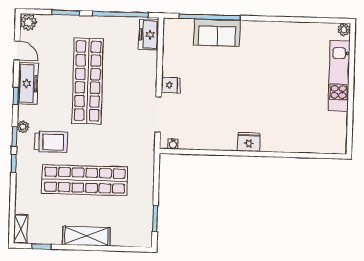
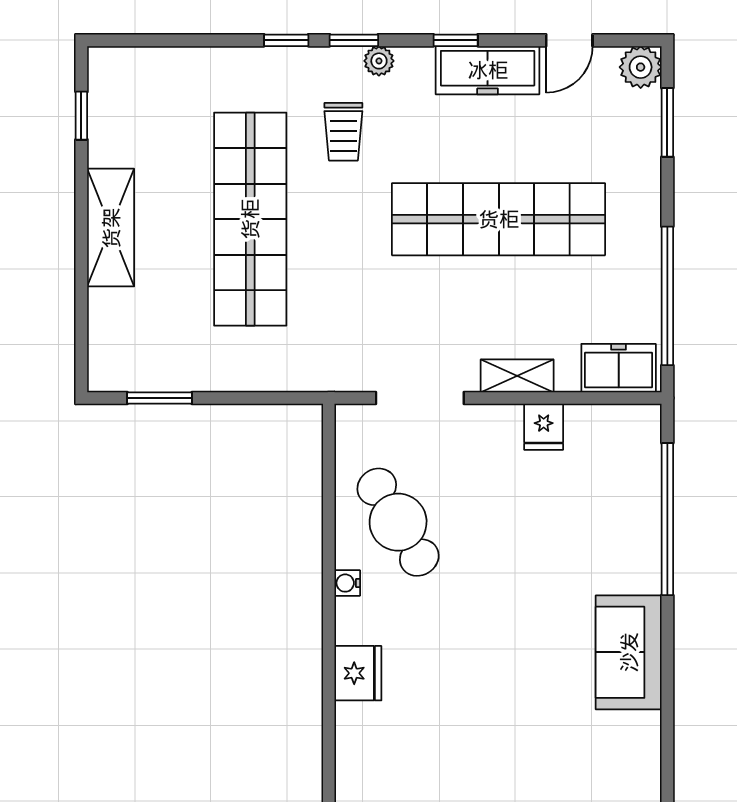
window: (66, 13) -> (667, 122), moved
sofa: (217, 33) -> (629, 652), moved
fridge: (171, 85) -> (544, 427), moved
cafe table: (208, 125) -> (398, 522), added
trolley: (51, 142) -> (343, 132), width x0.73, depth x0.72
fridge: (249, 142) -> (358, 673), moved
water cooler: (173, 144) -> (347, 583), moved
shelving: (21, 229) -> (517, 376), moved

